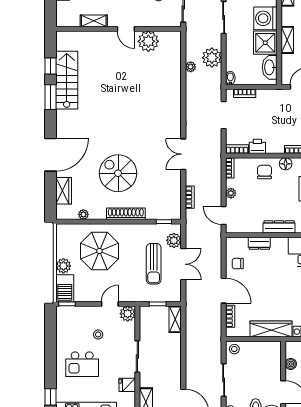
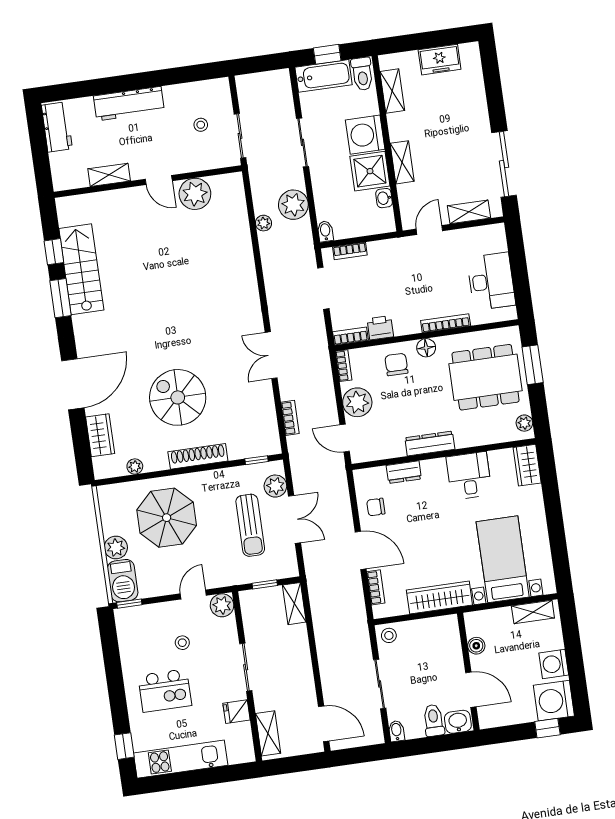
washbasin: (270, 67) -> (384, 198), width x0.52, depth x0.69
plant: (231, 193) -> (357, 402), width x1.88, depth x1.88

